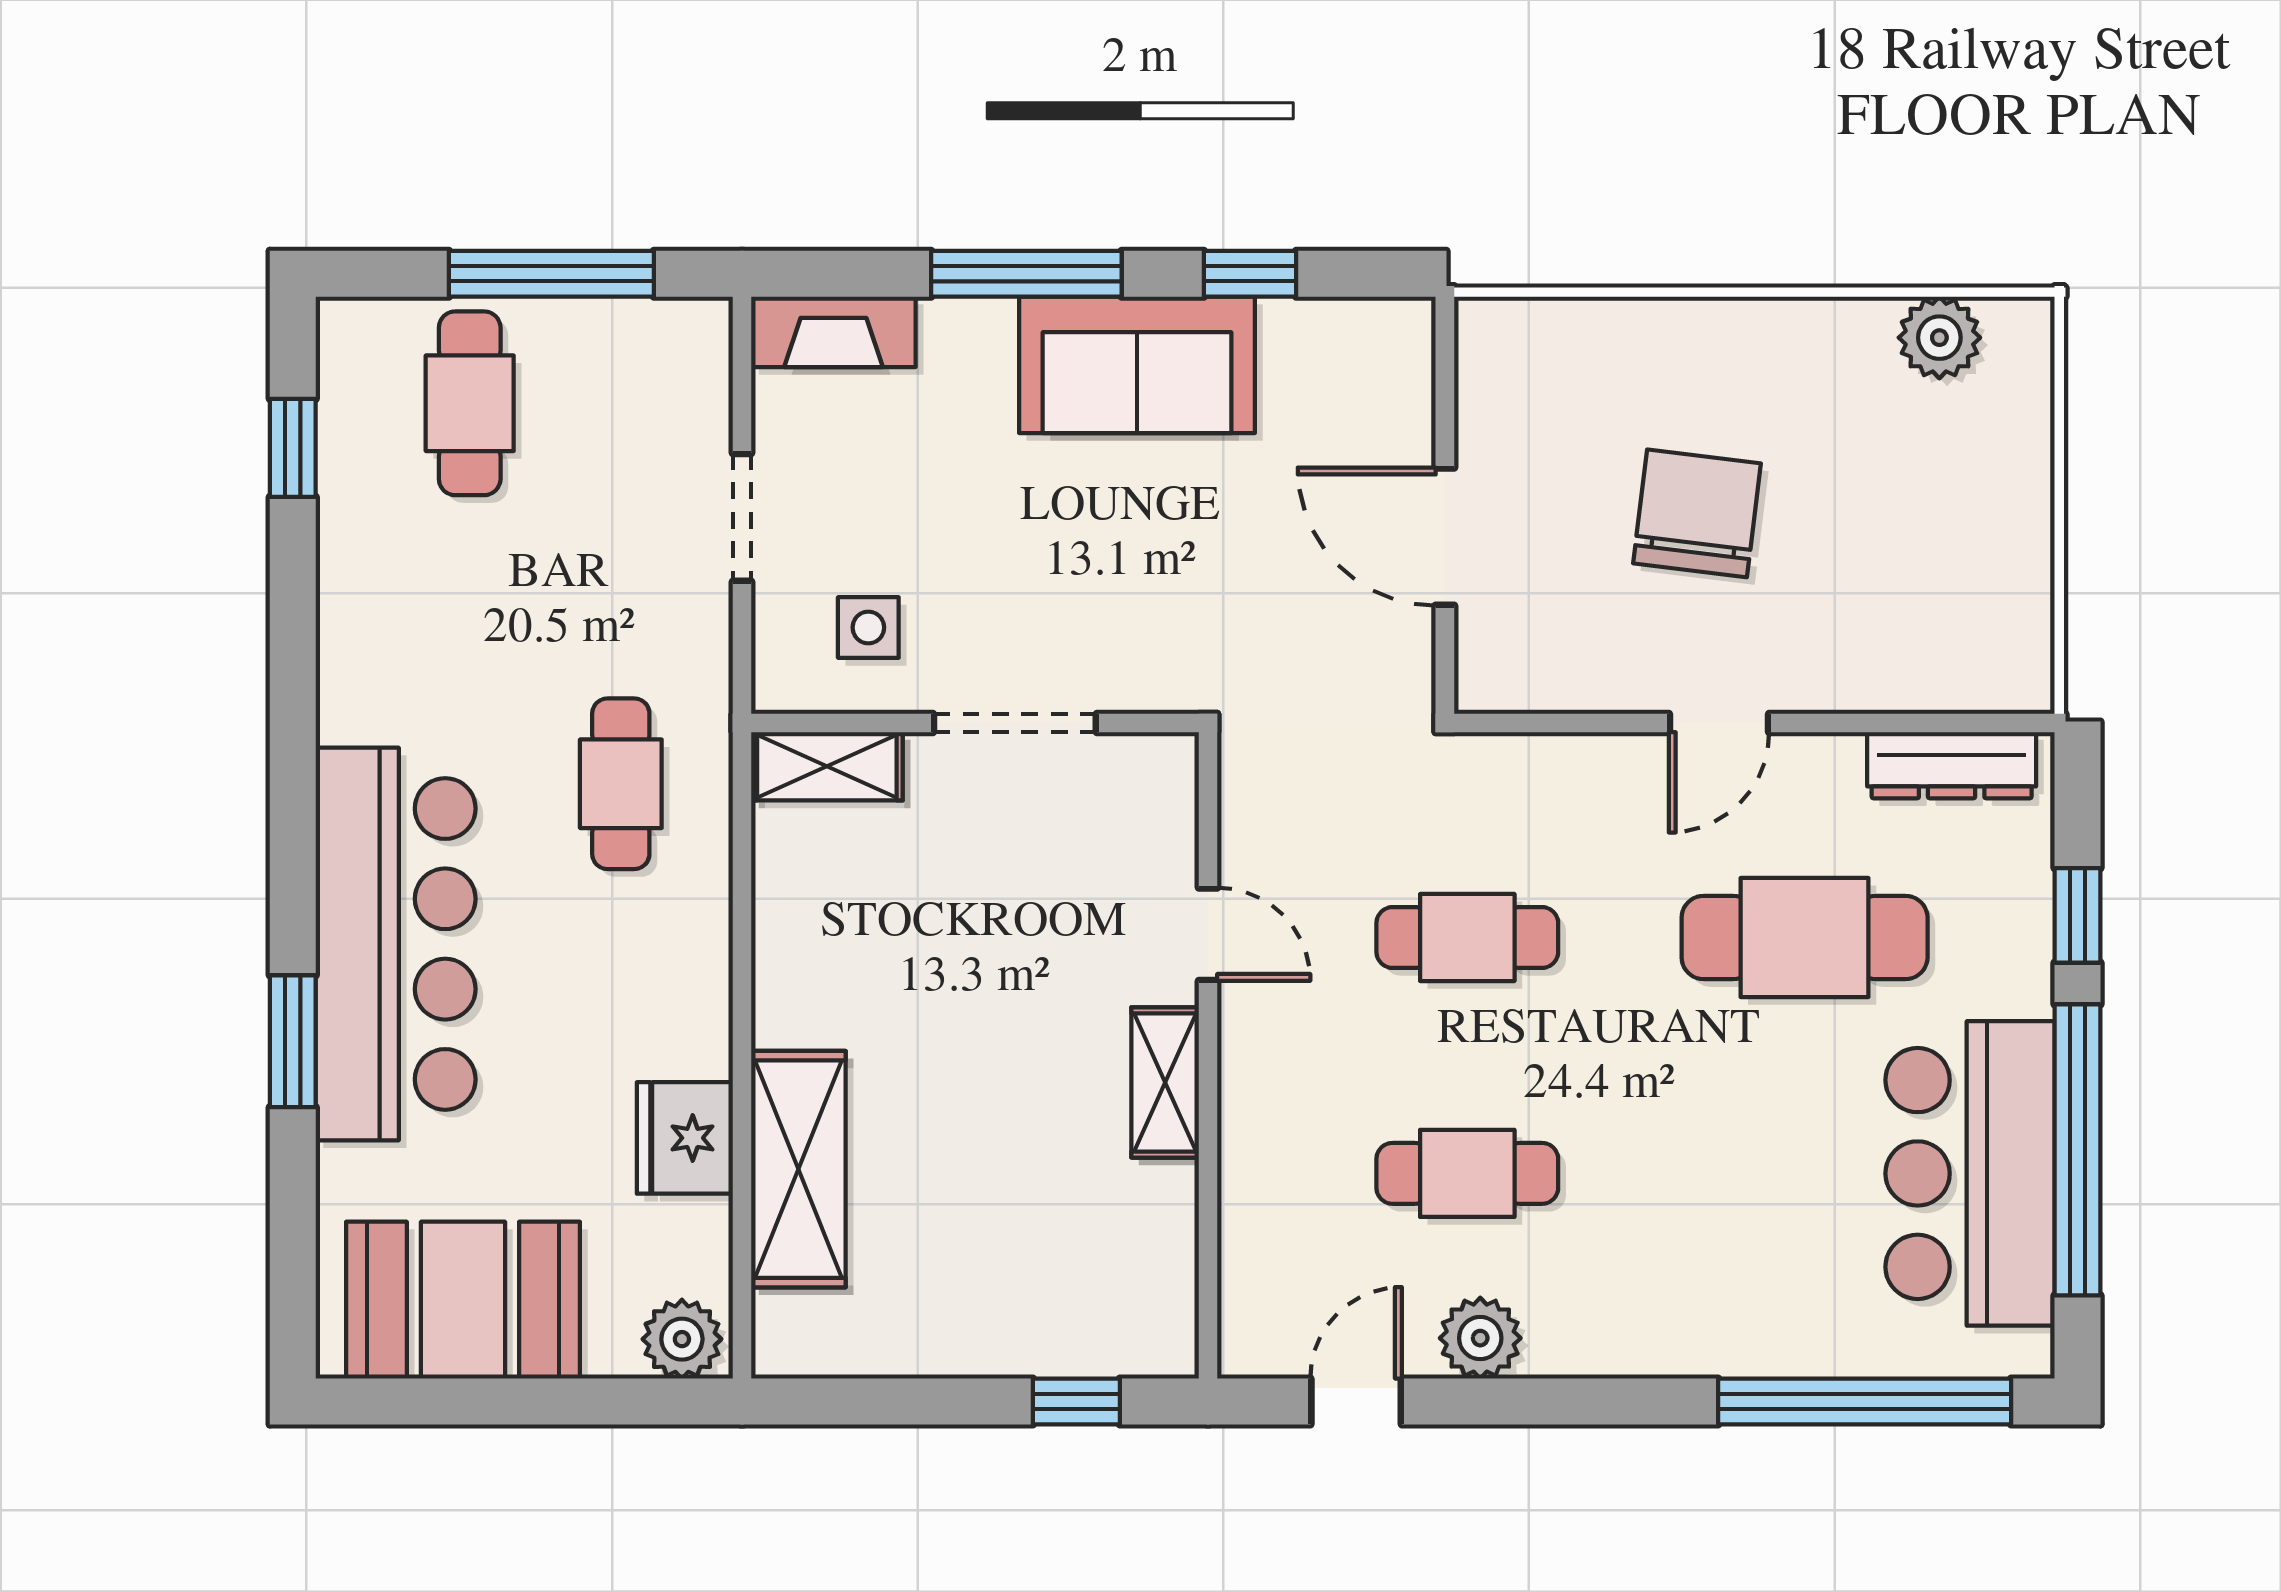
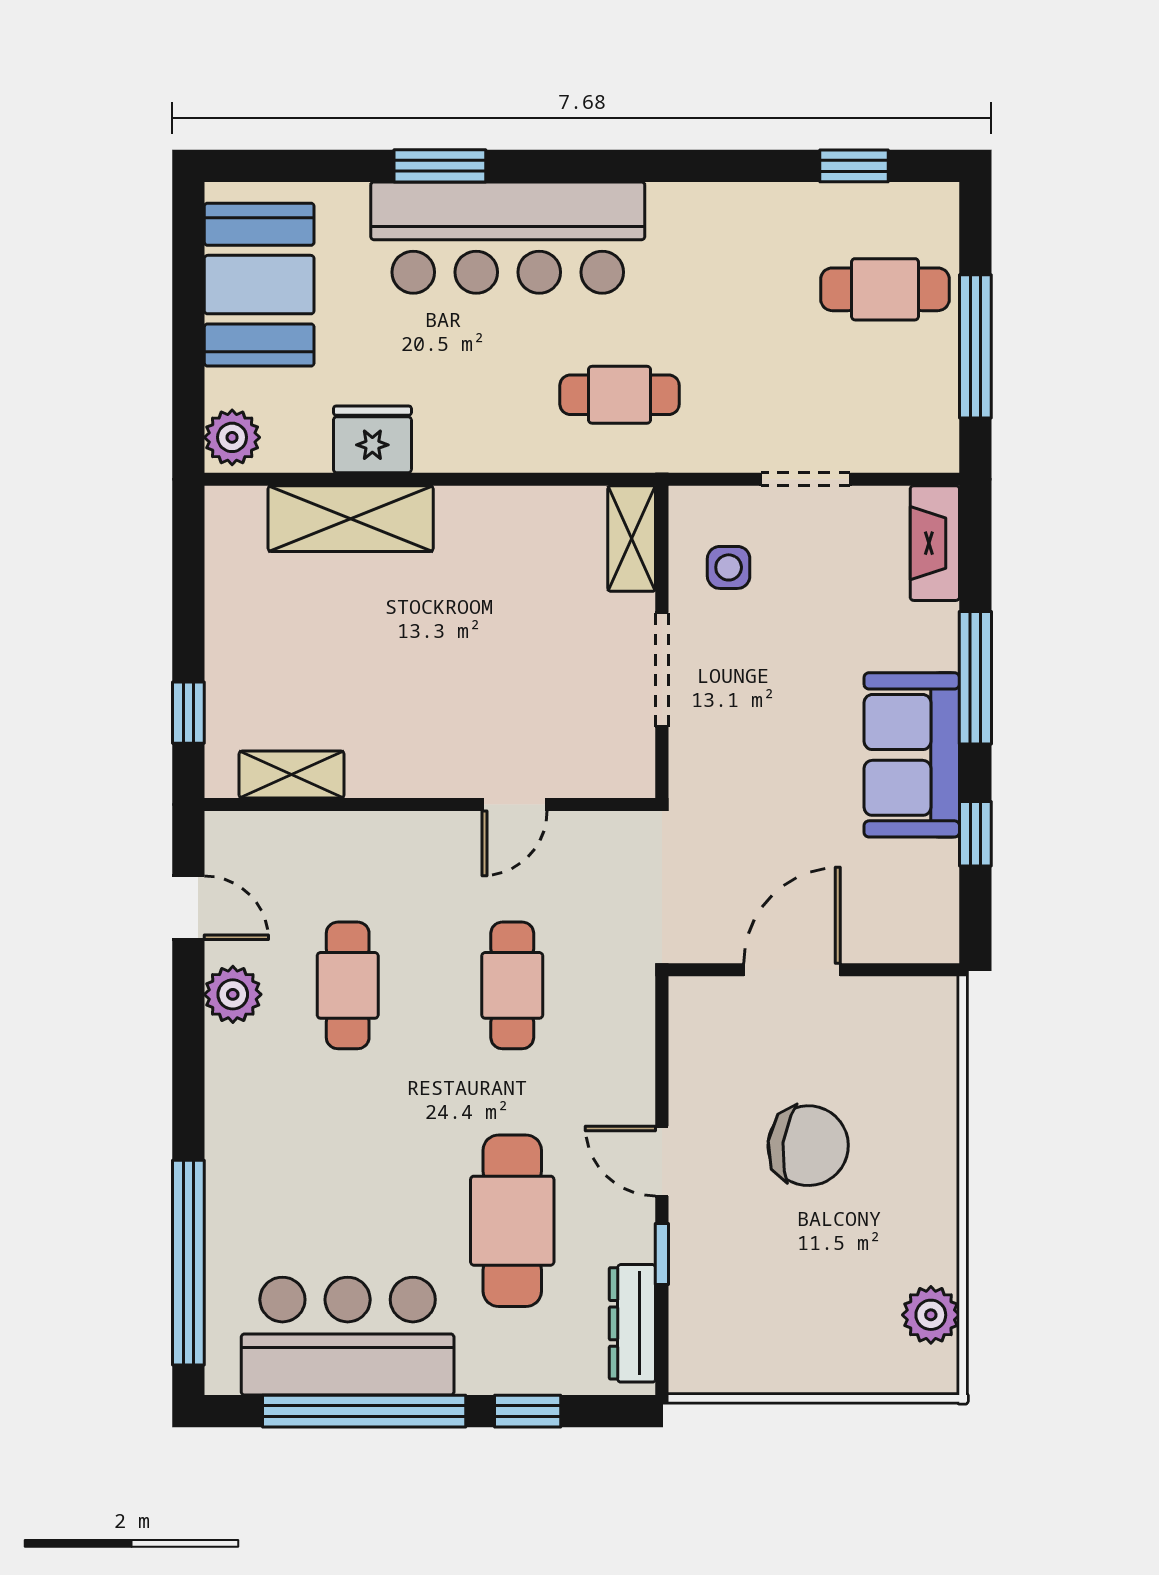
window: (1852, 723) -> (662, 1254), added
shelving: (1165, 1082) -> (292, 775), moved

